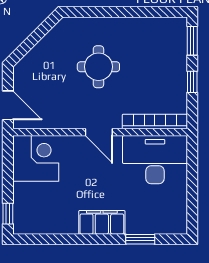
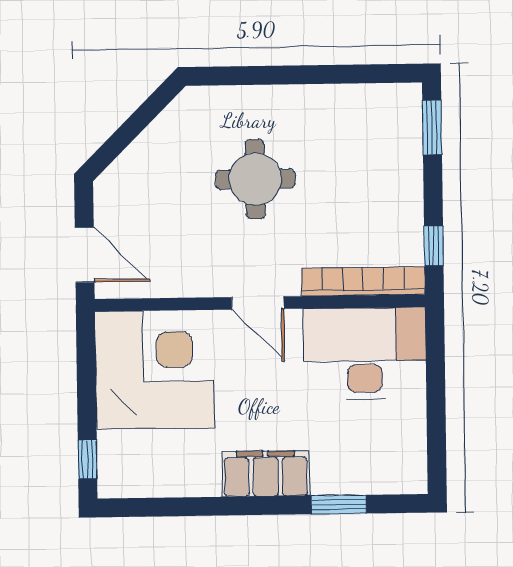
window: (192, 82) -> (434, 246), moved
corner desk: (36, 158) -> (155, 370), width x1.36, depth x1.36

